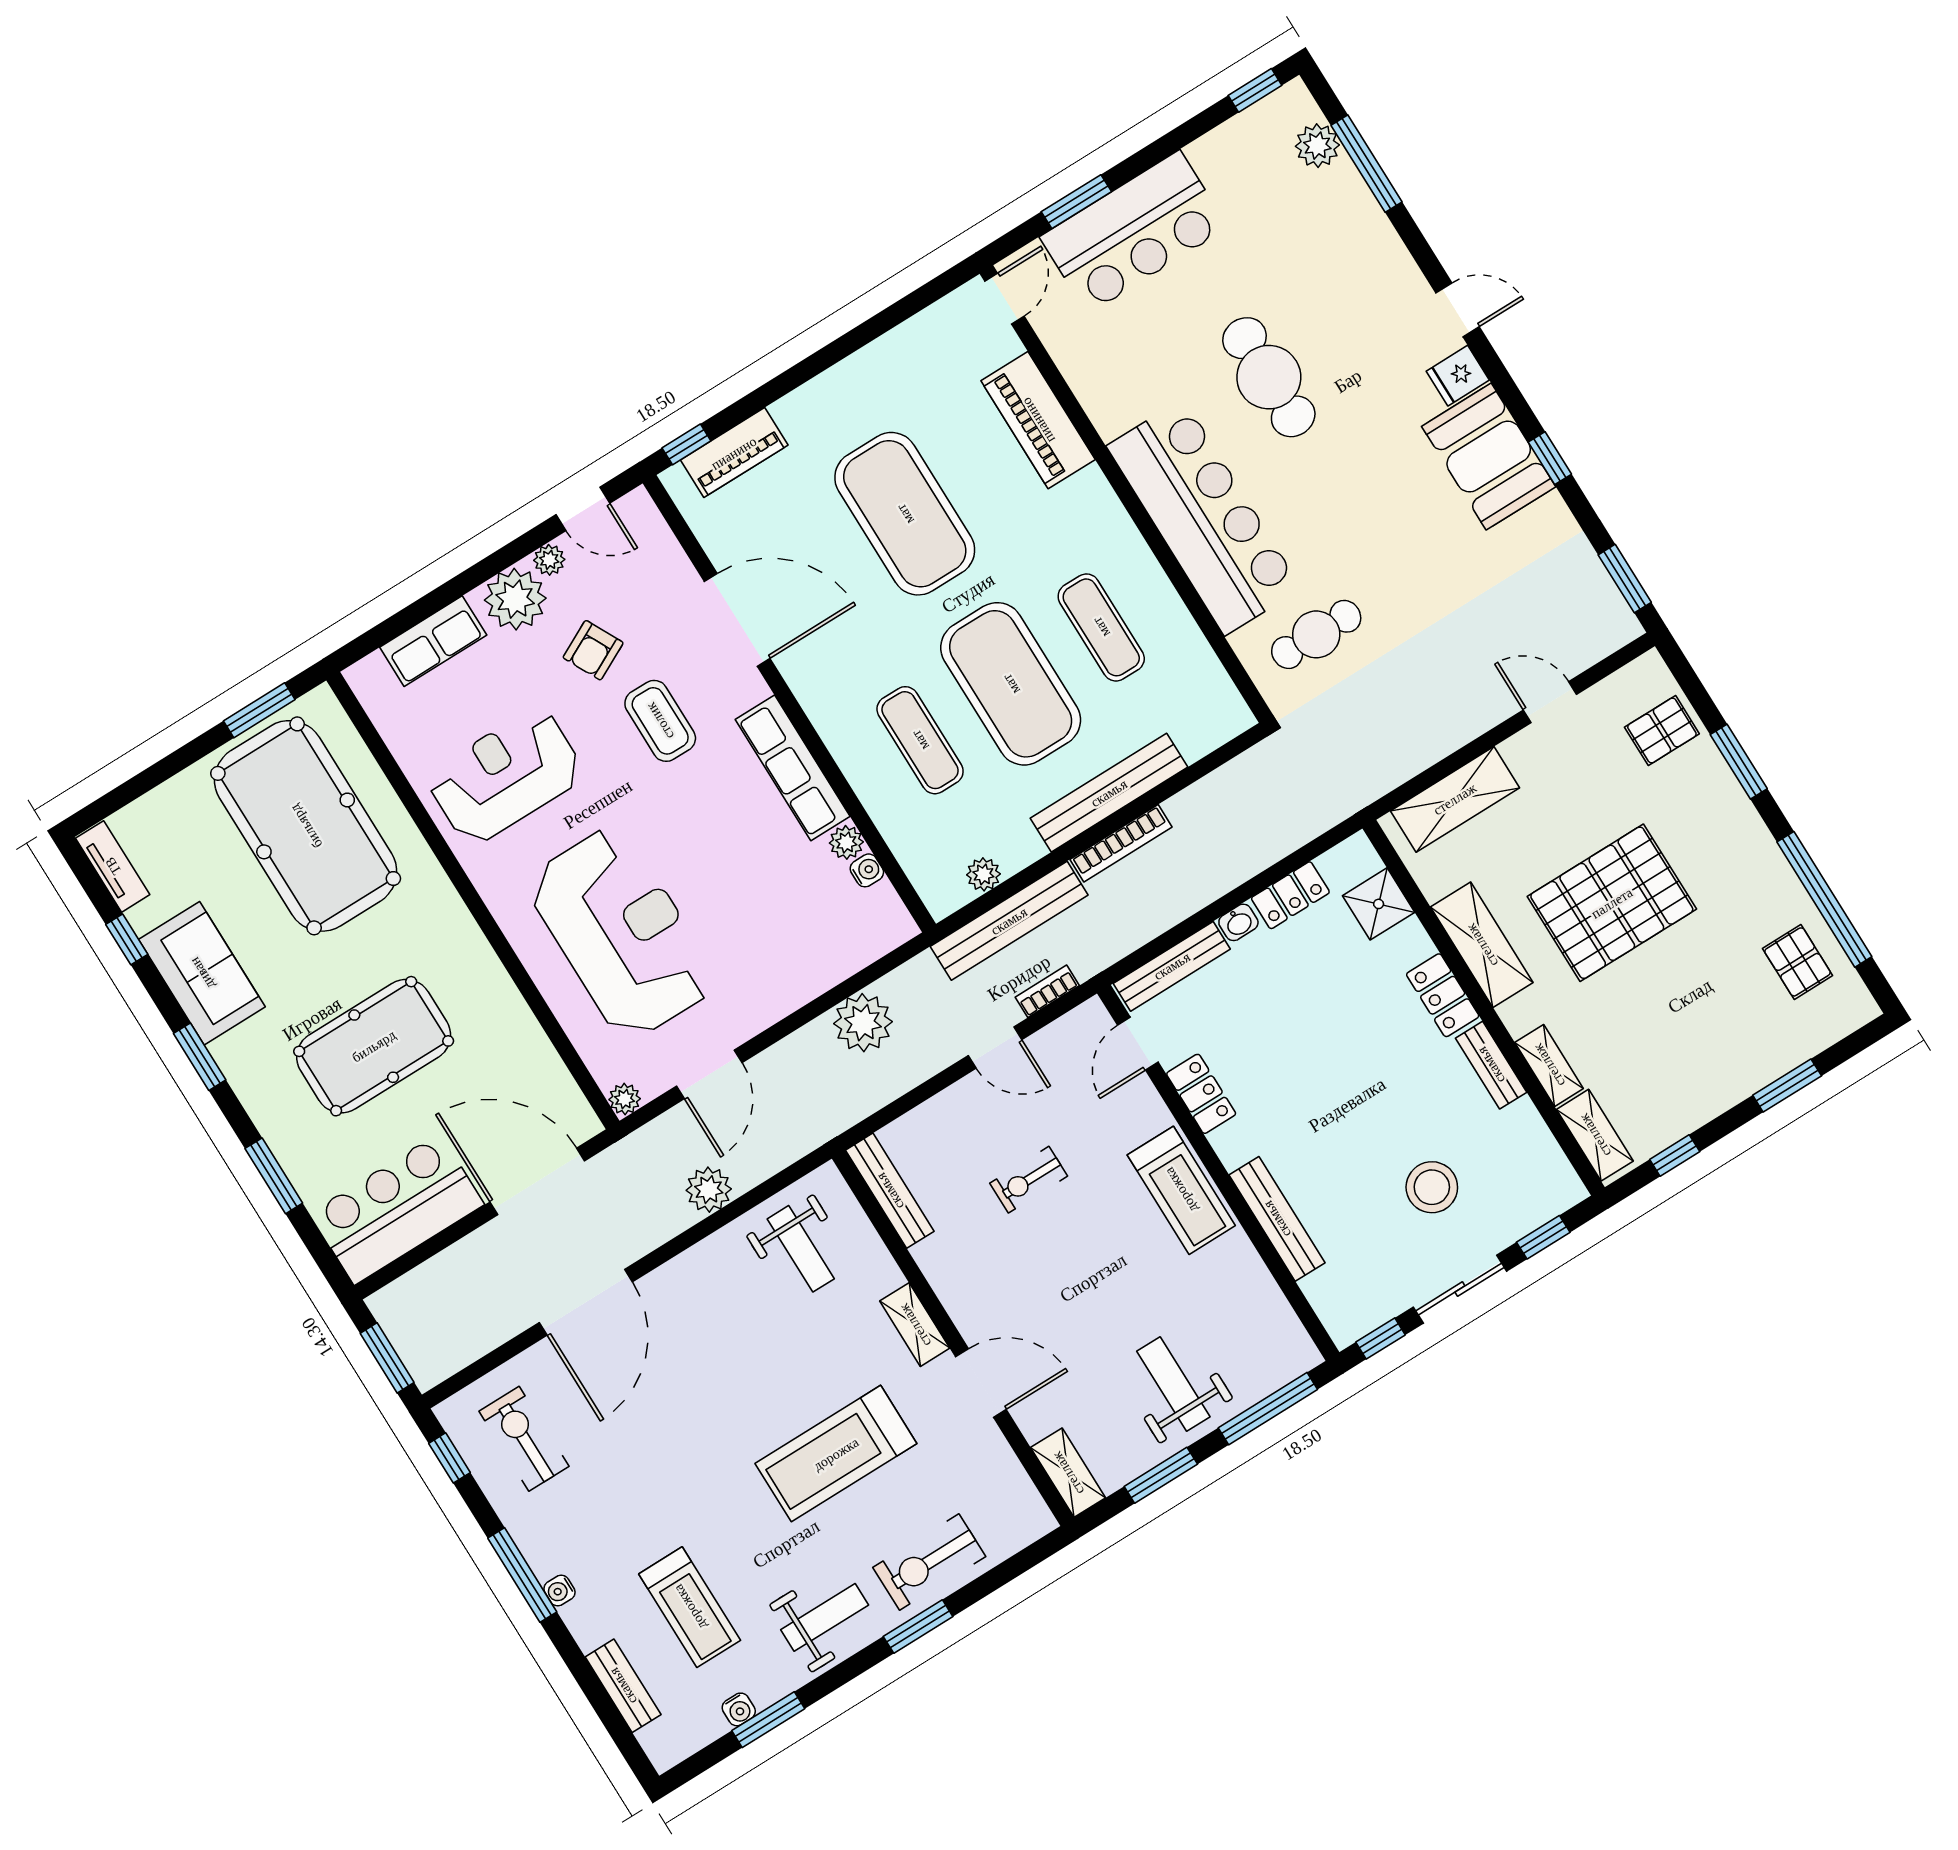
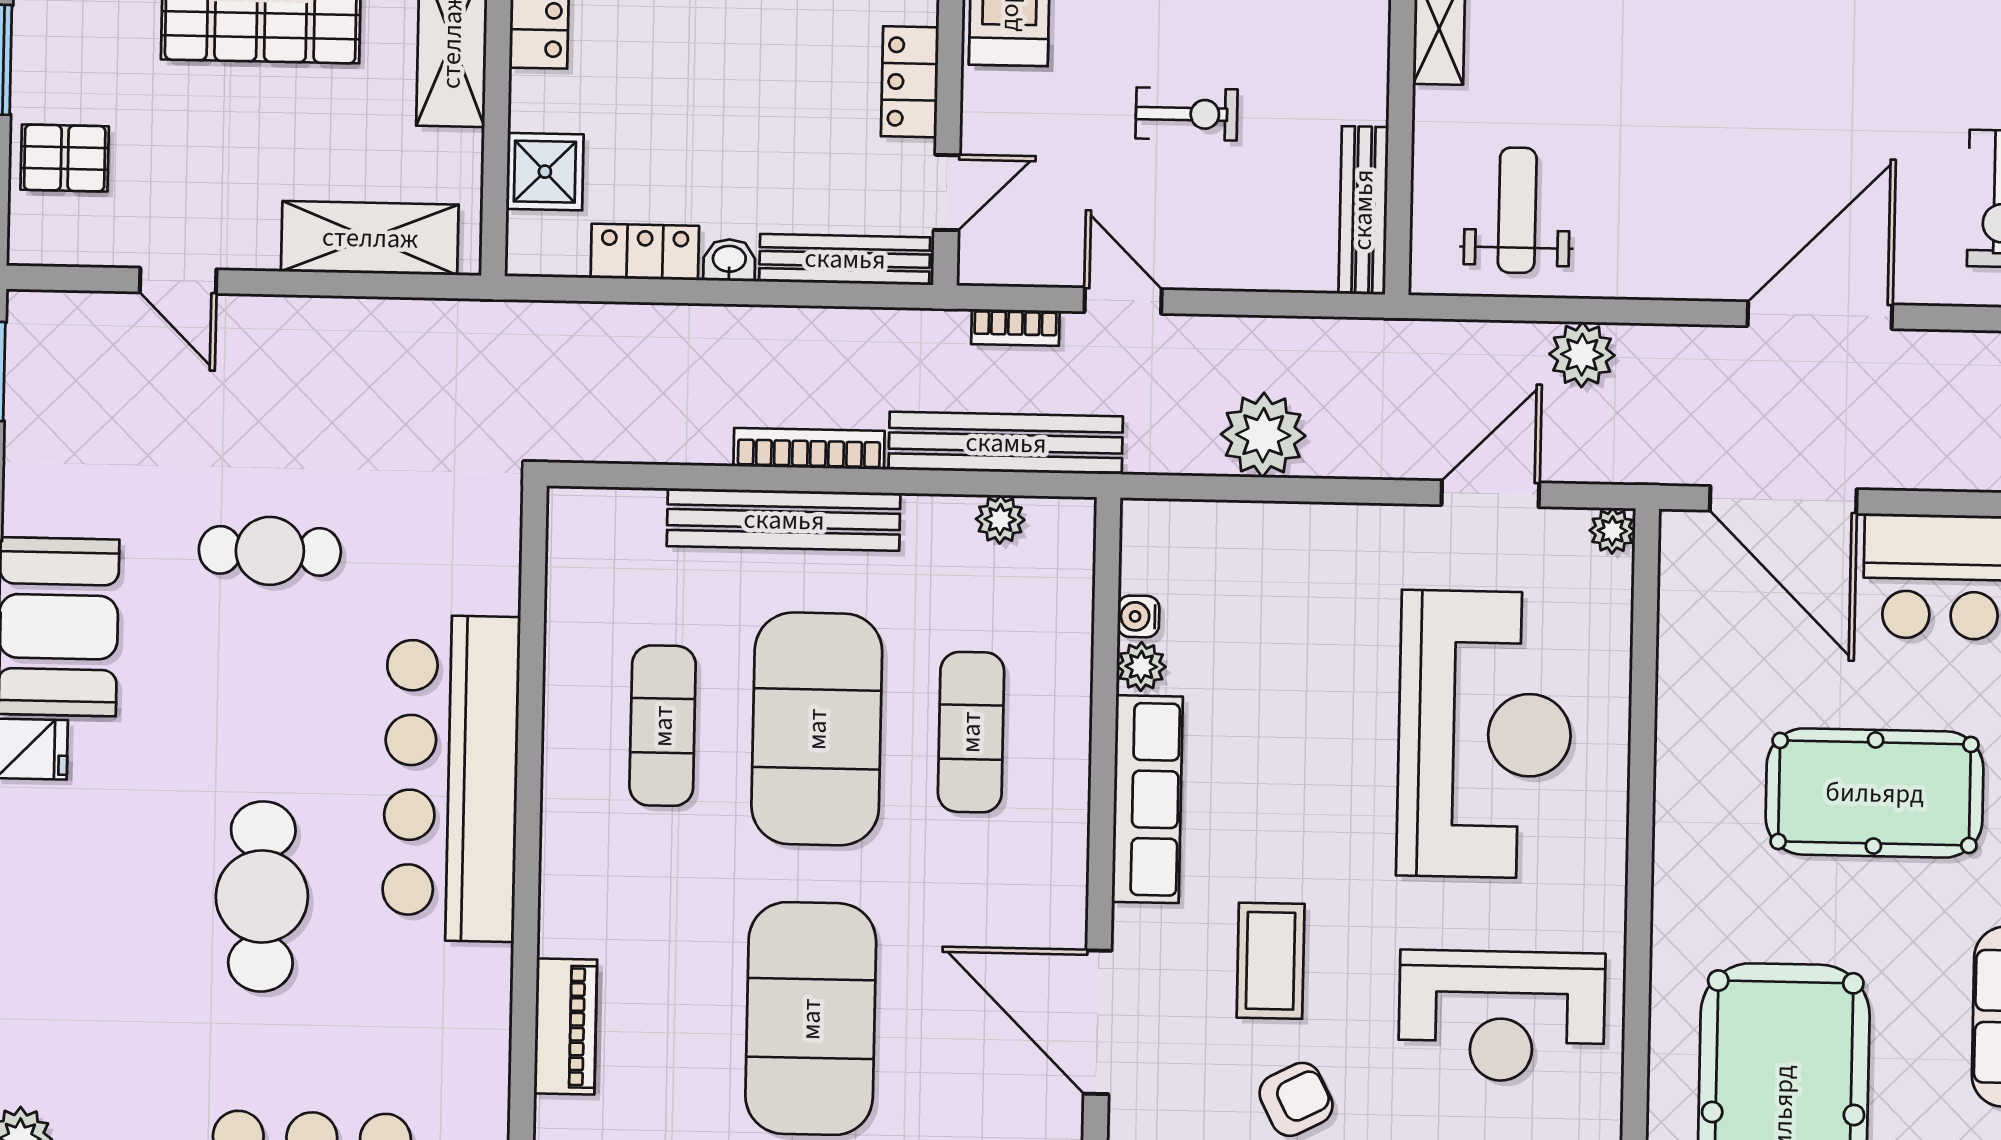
piano: (1038, 420) -> (566, 1026), width x0.73, depth x0.75
cafe table: (1316, 634) -> (270, 551), moved
reception desk: (622, 933) -> (1485, 734), turned 180

